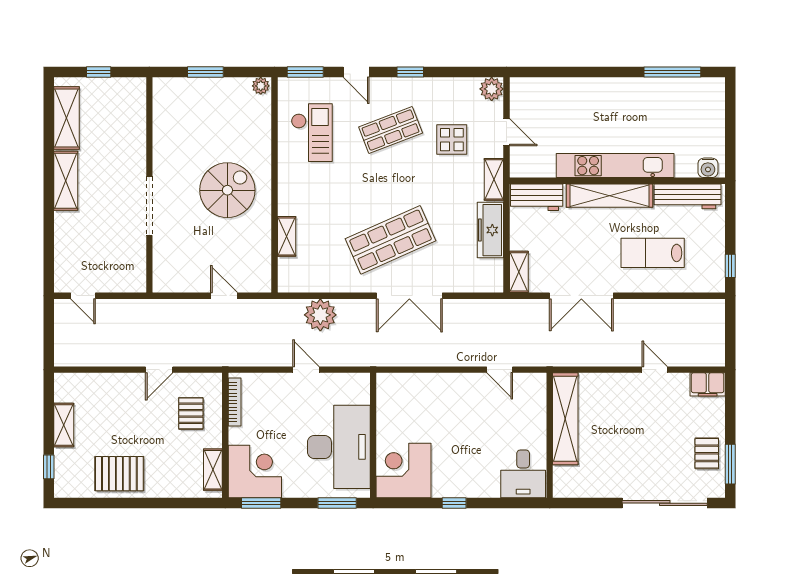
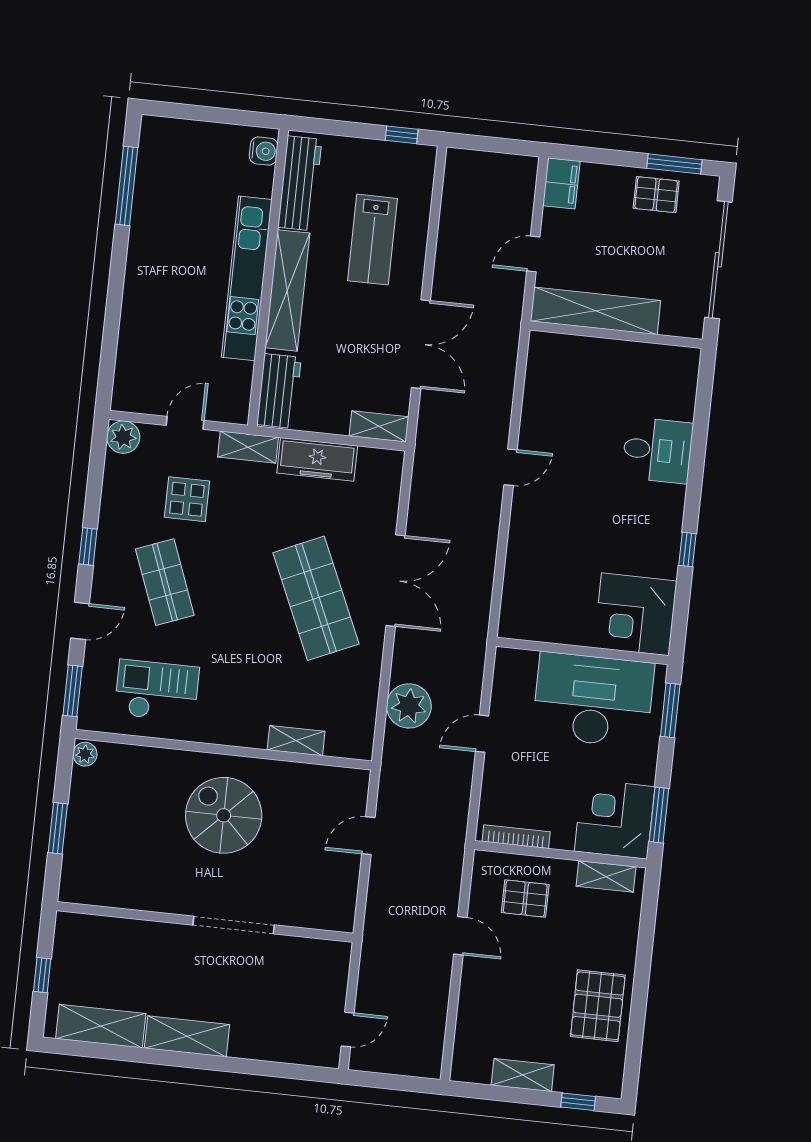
shelving: (565, 419) -> (596, 311), moved
wall: (550, 435) -> (616, 335), moved

